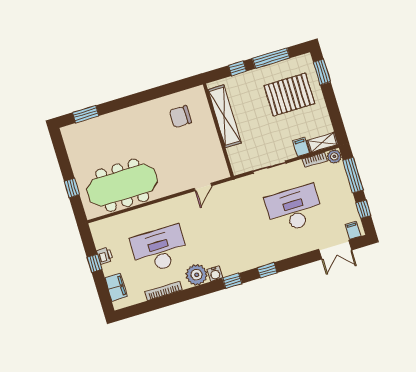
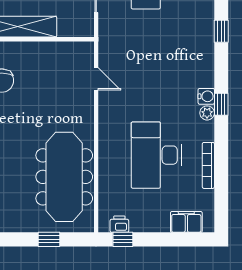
printer: (105, 255) -> (119, 224), moved
window: (94, 263) -> (123, 239), moved
plant: (197, 275) -> (207, 113), width x0.53, depth x0.53
window: (232, 281) -> (221, 104), moved

